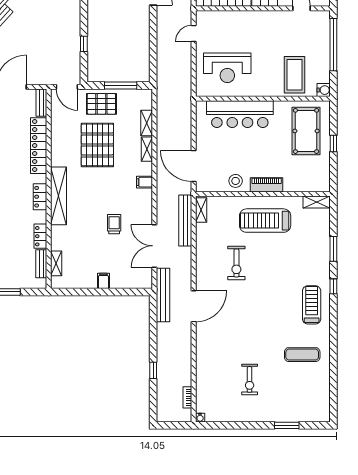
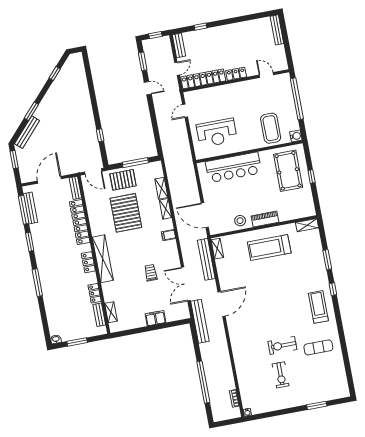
exercise bike: (236, 263) -> (282, 345), moved, turned 90
filing cabinet: (103, 281) -> (156, 318), width x2.00
door: (194, 306) -> (222, 304), moved
window: (153, 370) -> (203, 382), width x3.17

